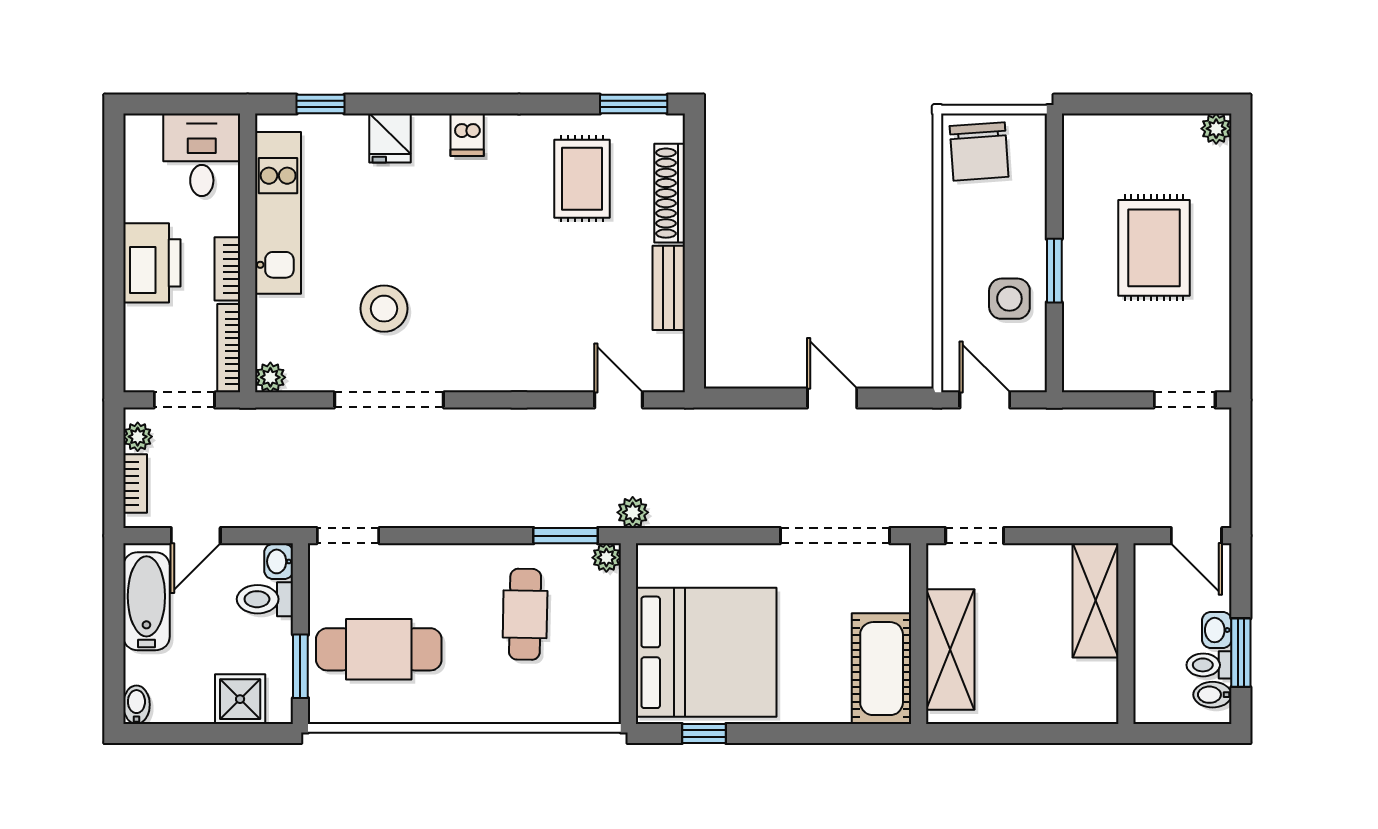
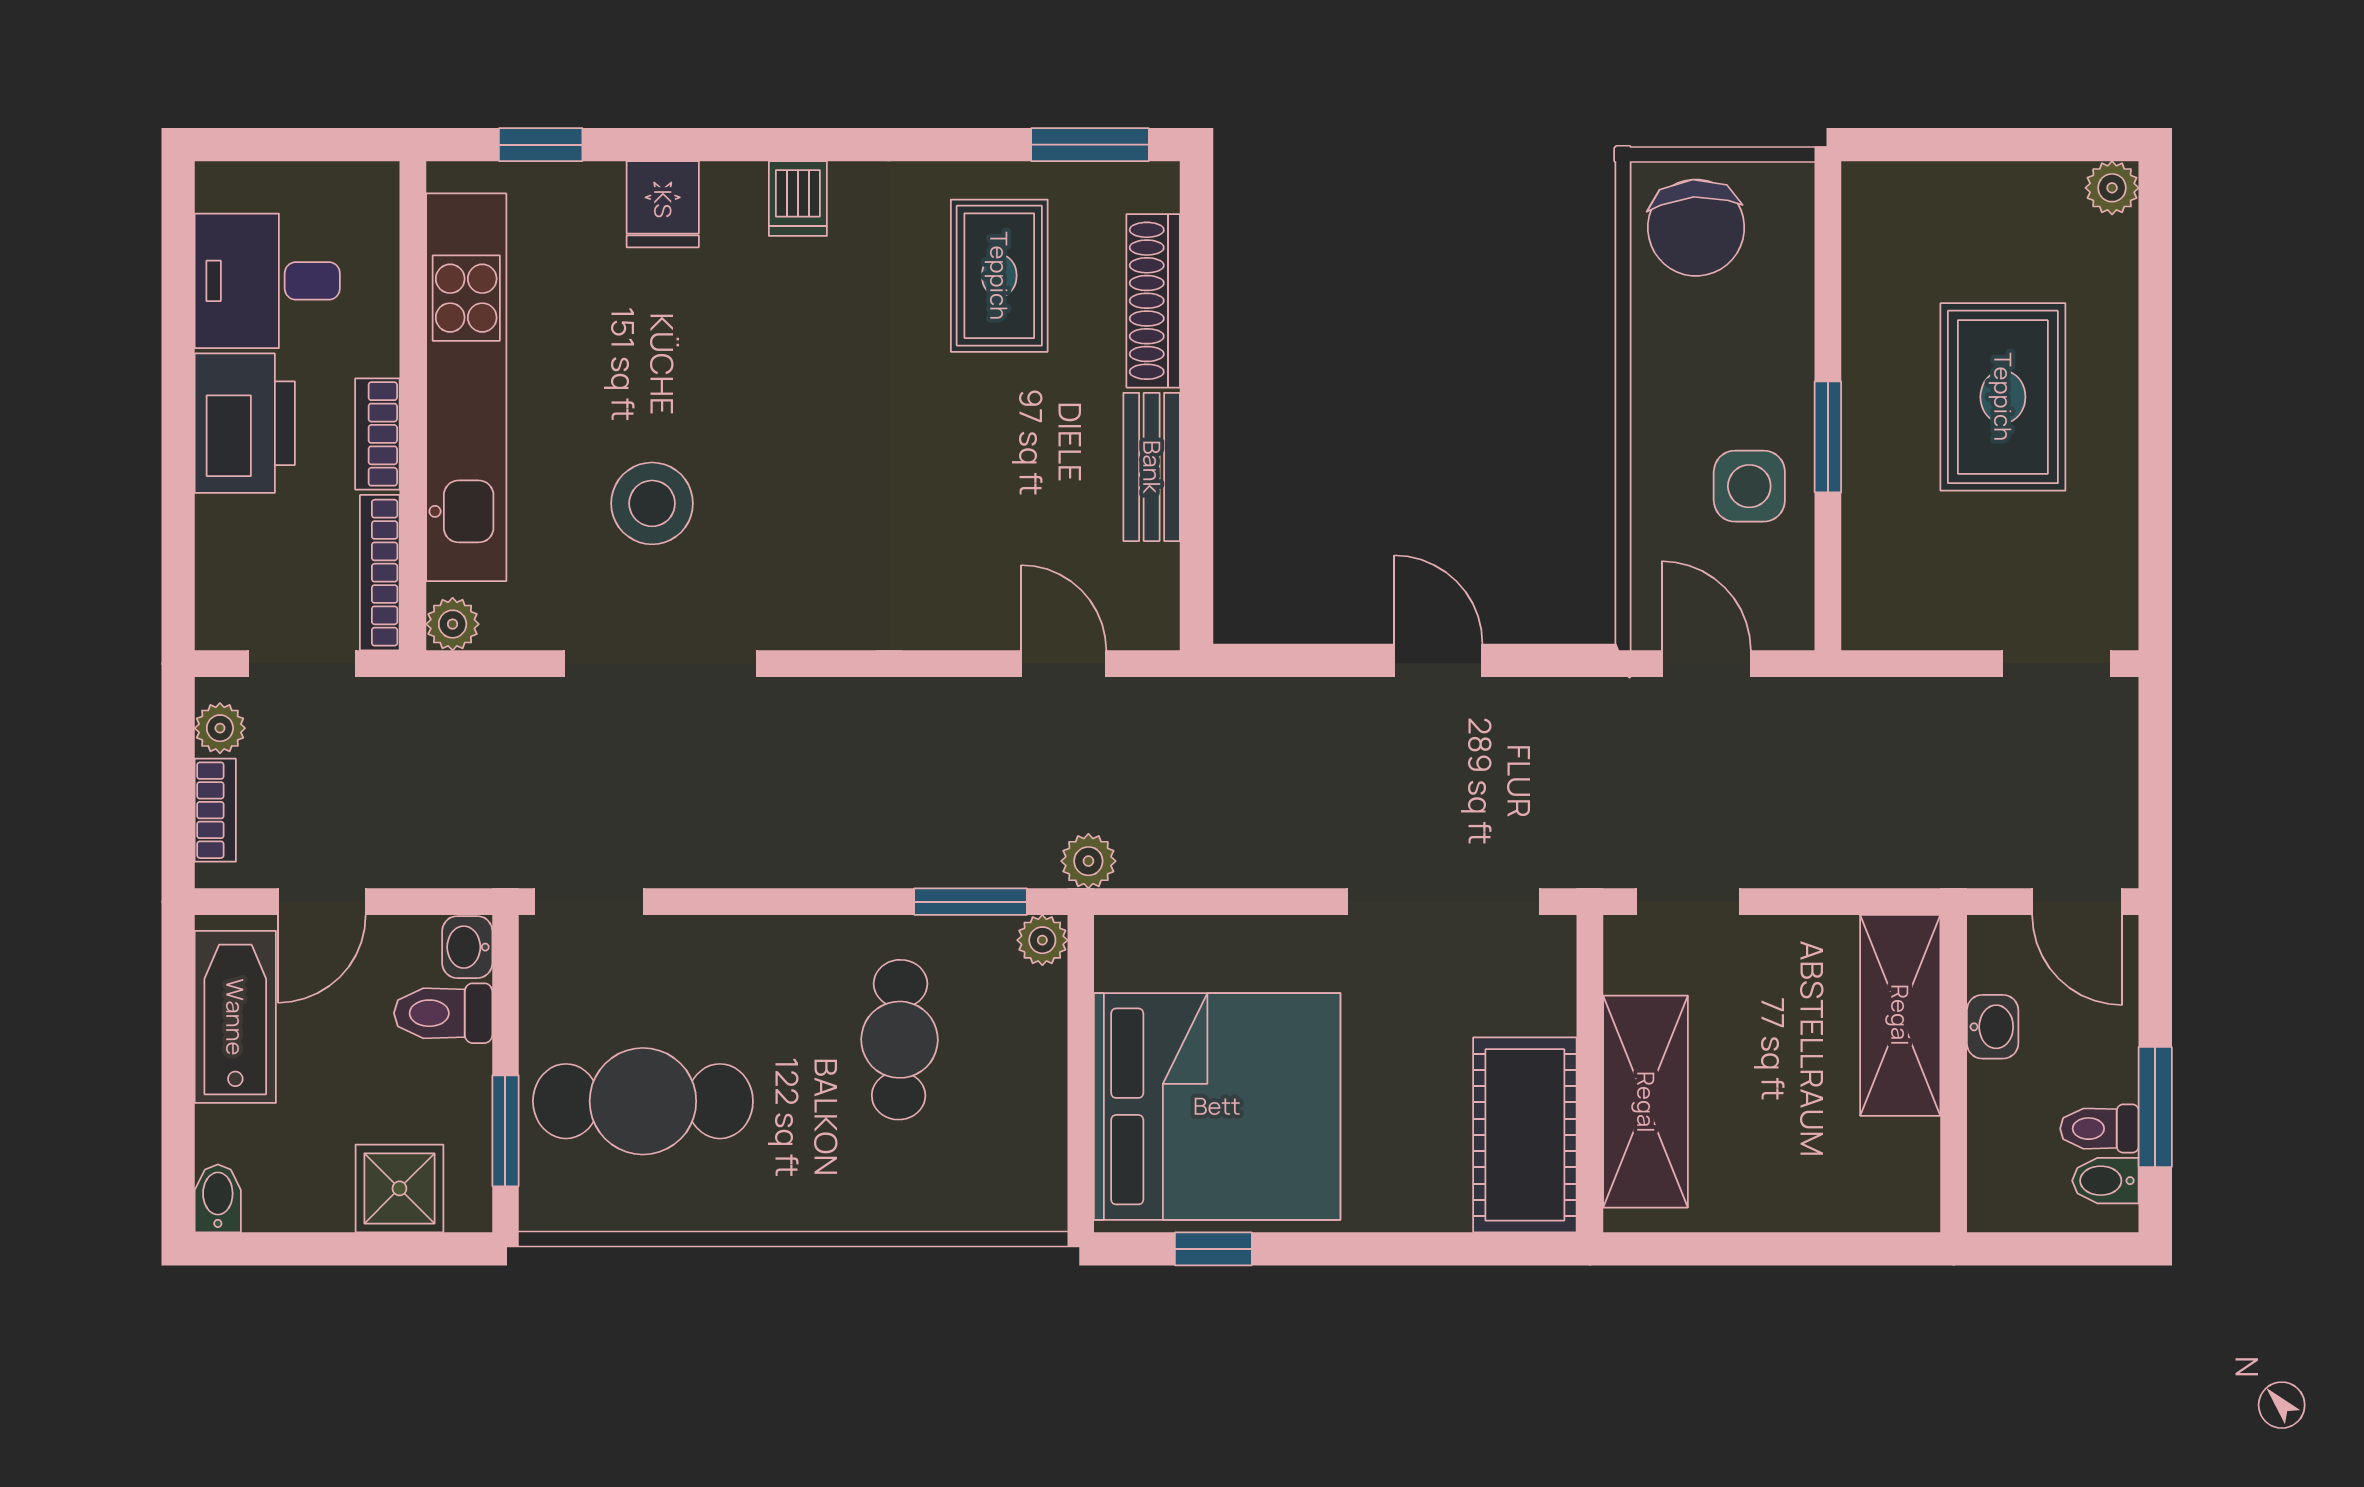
desk: (202, 155) -> (267, 281), moved, turned -90
kitchen unit: (278, 213) -> (466, 387), width x1.36
washbasin: (1217, 630) -> (1993, 1027), moved, turned 180

